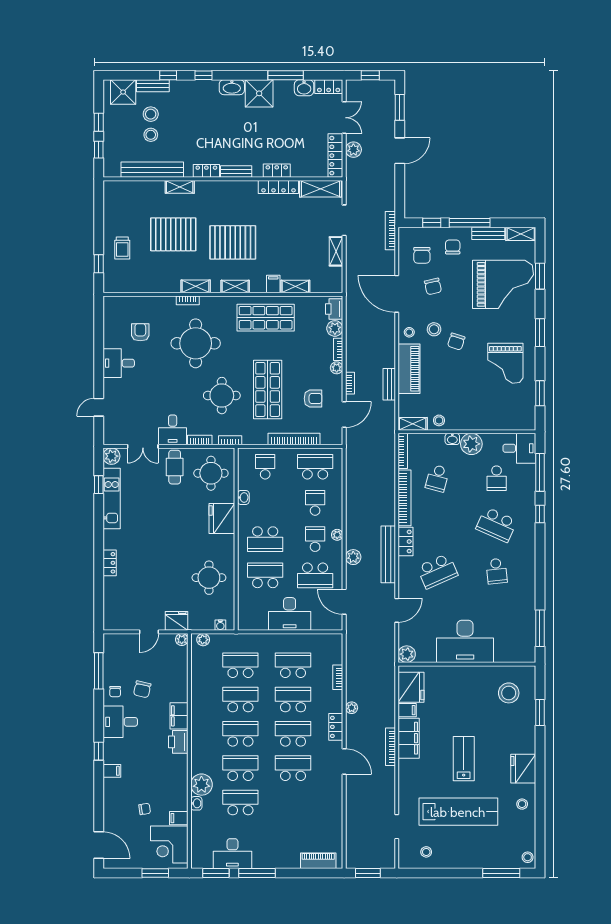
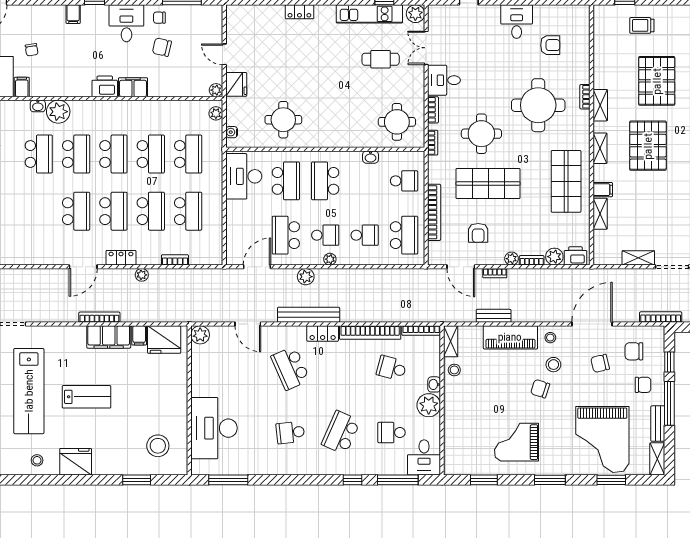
cafe table: (175, 467) -> (381, 59), moved
fridge: (222, 518) -> (348, 134), removed
desk: (290, 614) -> (244, 176), moved
desk: (465, 641) -> (214, 428), moved

